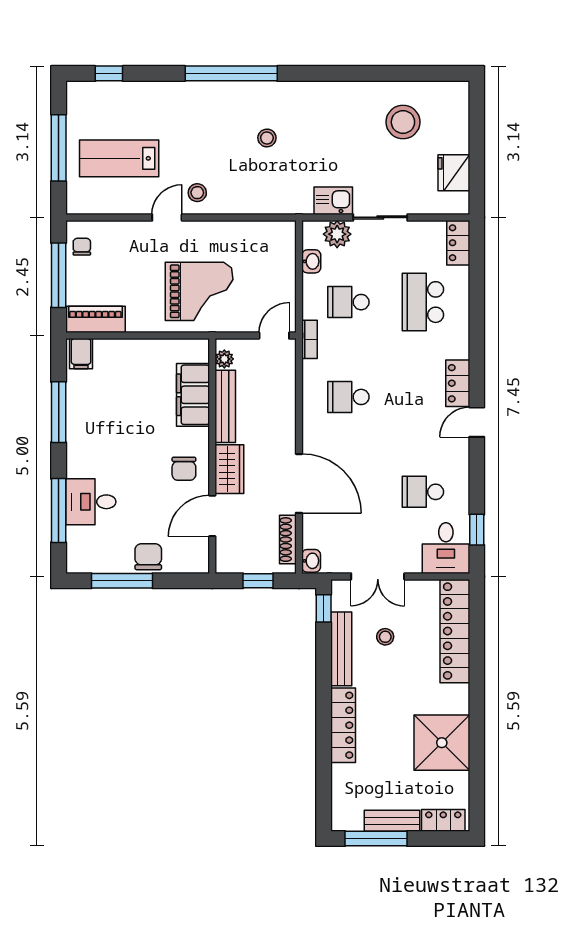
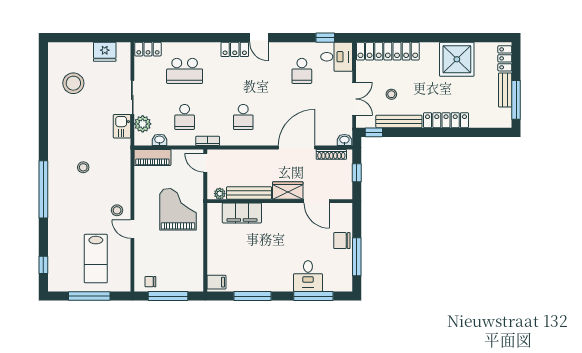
piano: (95, 319) -> (152, 157), moved, turned -90
chair: (184, 469) -> (288, 219), removed

